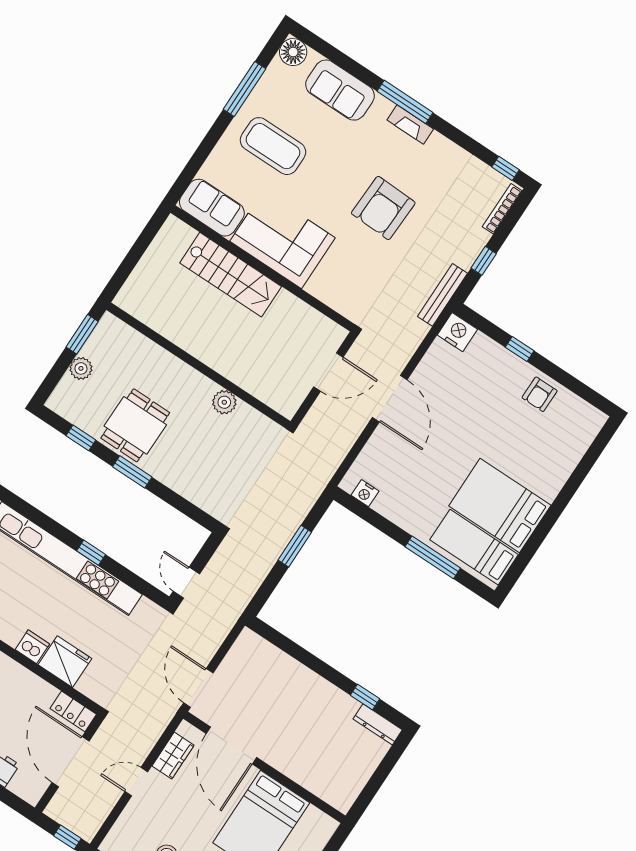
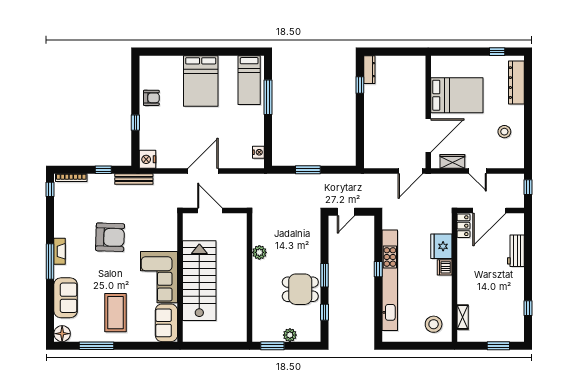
stairs: (231, 275) -> (199, 281), width x1.36, depth x1.51
bed: (500, 506) -> (201, 81), moved
door: (186, 583) -> (346, 212), moved

